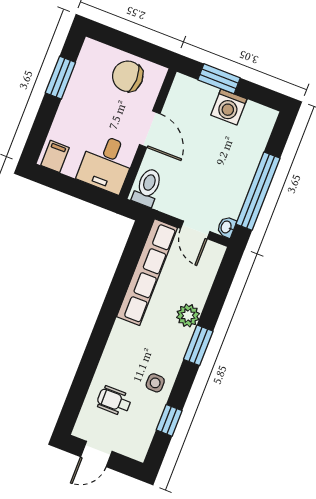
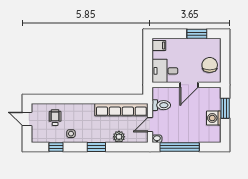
toilet: (148, 187) -> (161, 105), moved
plant: (188, 315) -> (119, 137), moved

